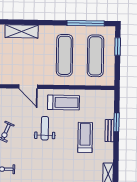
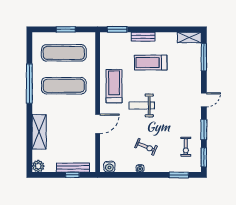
window: (86, 23) -> (29, 83), moved
window: (118, 47) -> (66, 29), moved
window: (117, 122) -> (117, 29), moved

